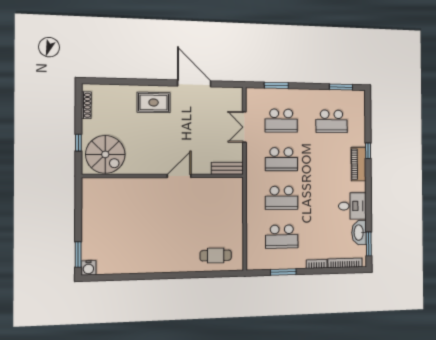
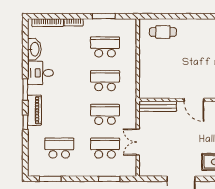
double door: (244, 127) -> (138, 142), swing flipped
bench: (227, 168) -> (158, 106), width x1.36
door: (179, 176) -> (194, 100), hinge flipped
window: (369, 244) -> (25, 90), moved

